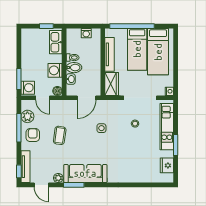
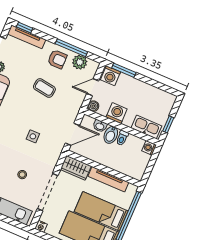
washing machine: (86, 33) -> (149, 148), moved
door: (87, 98) -> (72, 134), swing flipped

